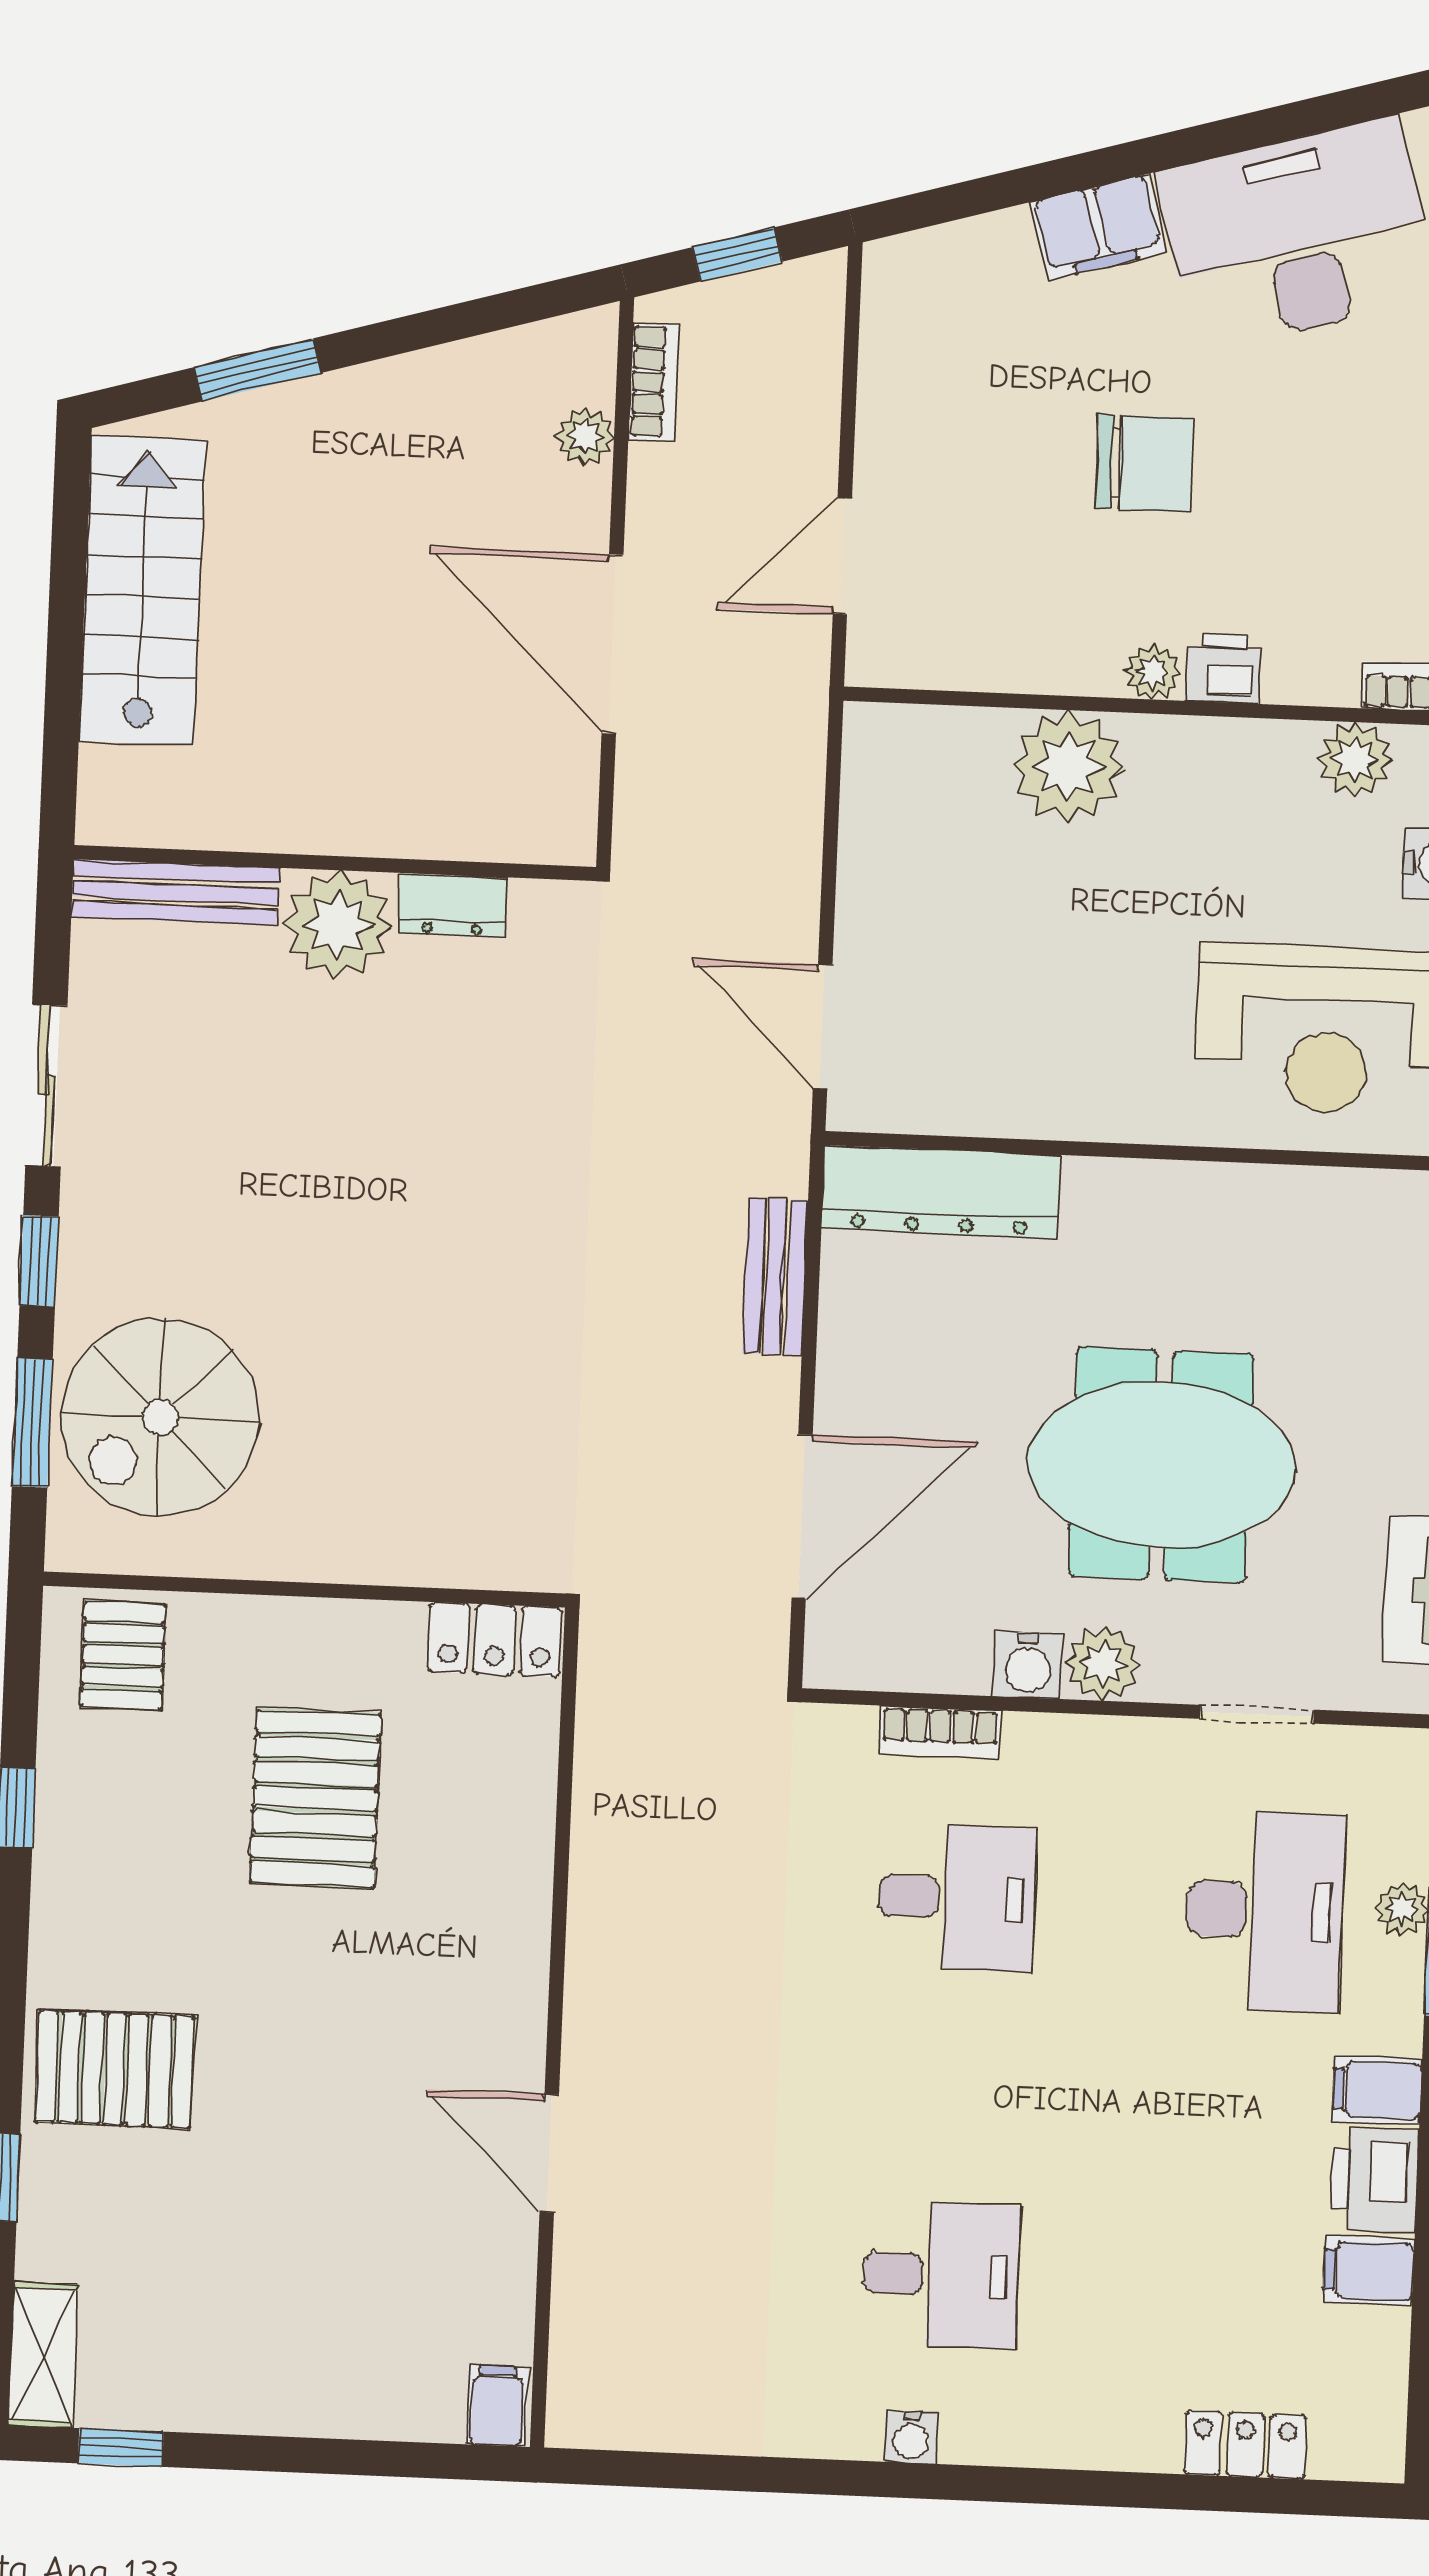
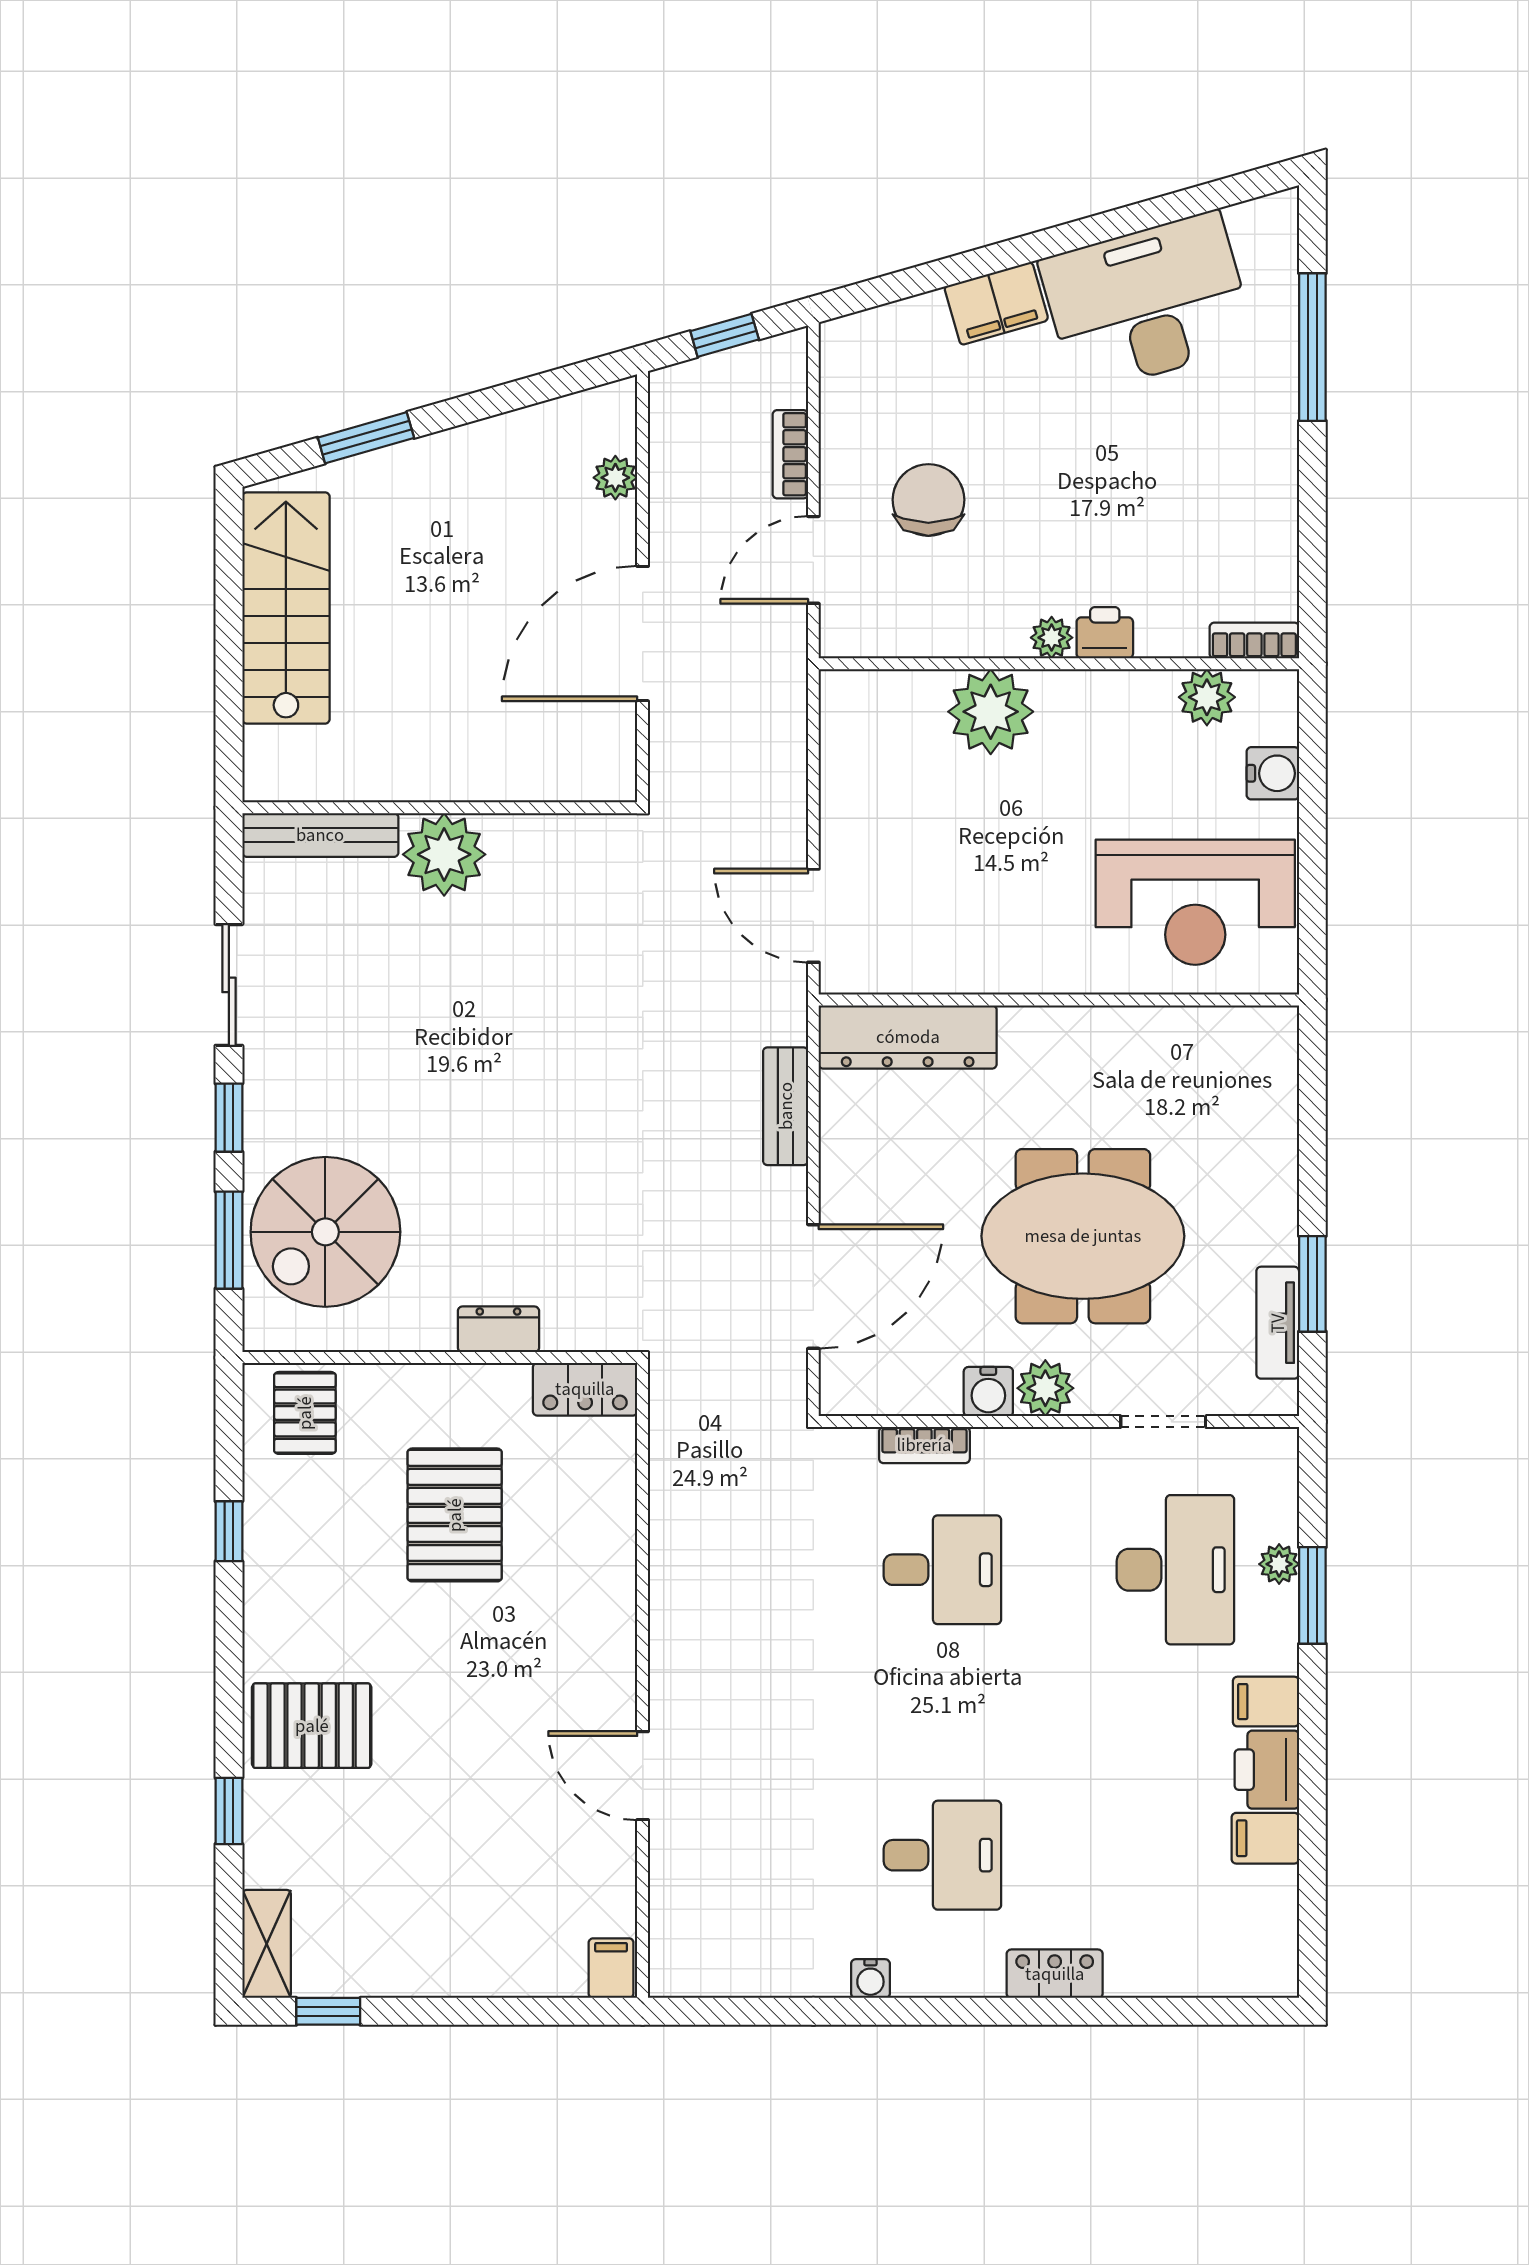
bookcase: (654, 382) -> (790, 454), moved, turned 180
chair: (1144, 463) -> (928, 500), moved, turned -90
door: (613, 644) -> (643, 634), hinge flipped
dresser: (453, 905) -> (498, 1329), moved, turned 180
water cooler: (911, 2437) -> (870, 1979), moved
locker: (1245, 2445) -> (1055, 1974), moved

